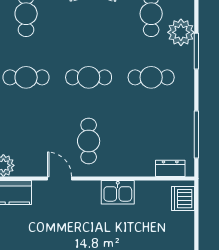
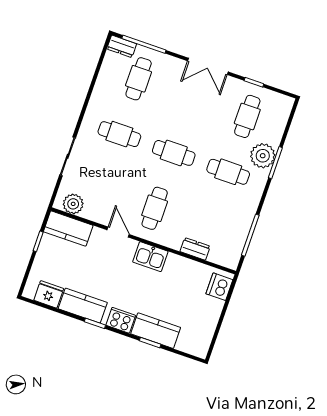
plant: (181, 32) -> (263, 156), moved
dresser: (170, 168) -> (195, 249), moved
kitchen sink: (118, 192) -> (150, 257), moved

